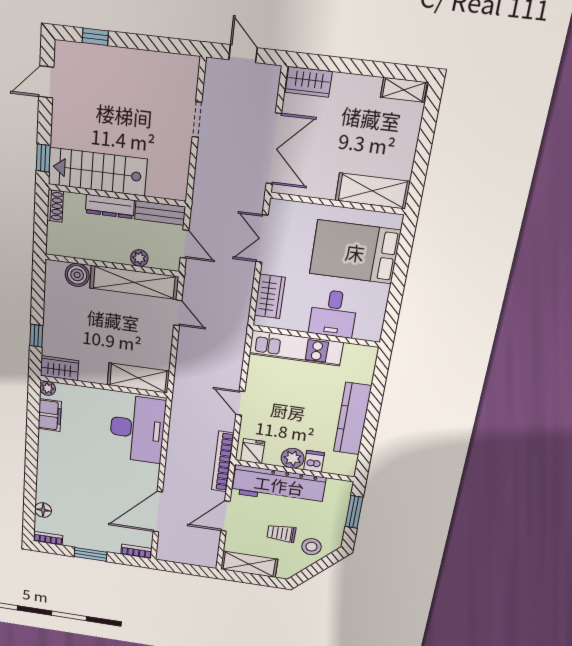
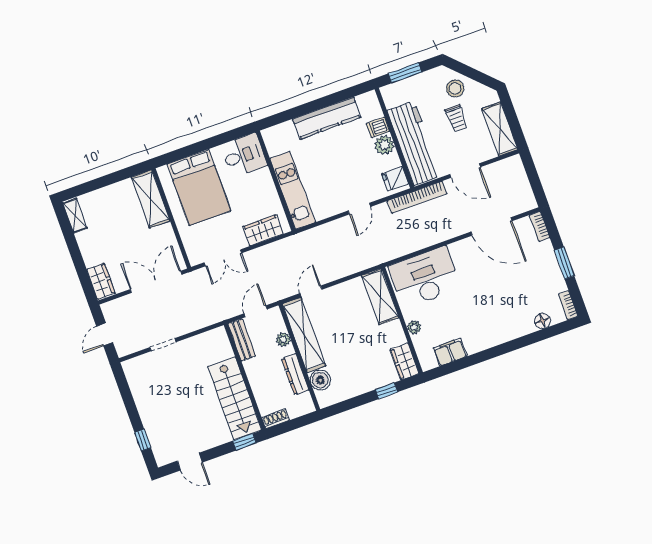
dresser: (110, 207) -> (295, 374), moved, turned 180
desk: (333, 314) -> (244, 155), moved
plant: (48, 388) -> (414, 327), moved

